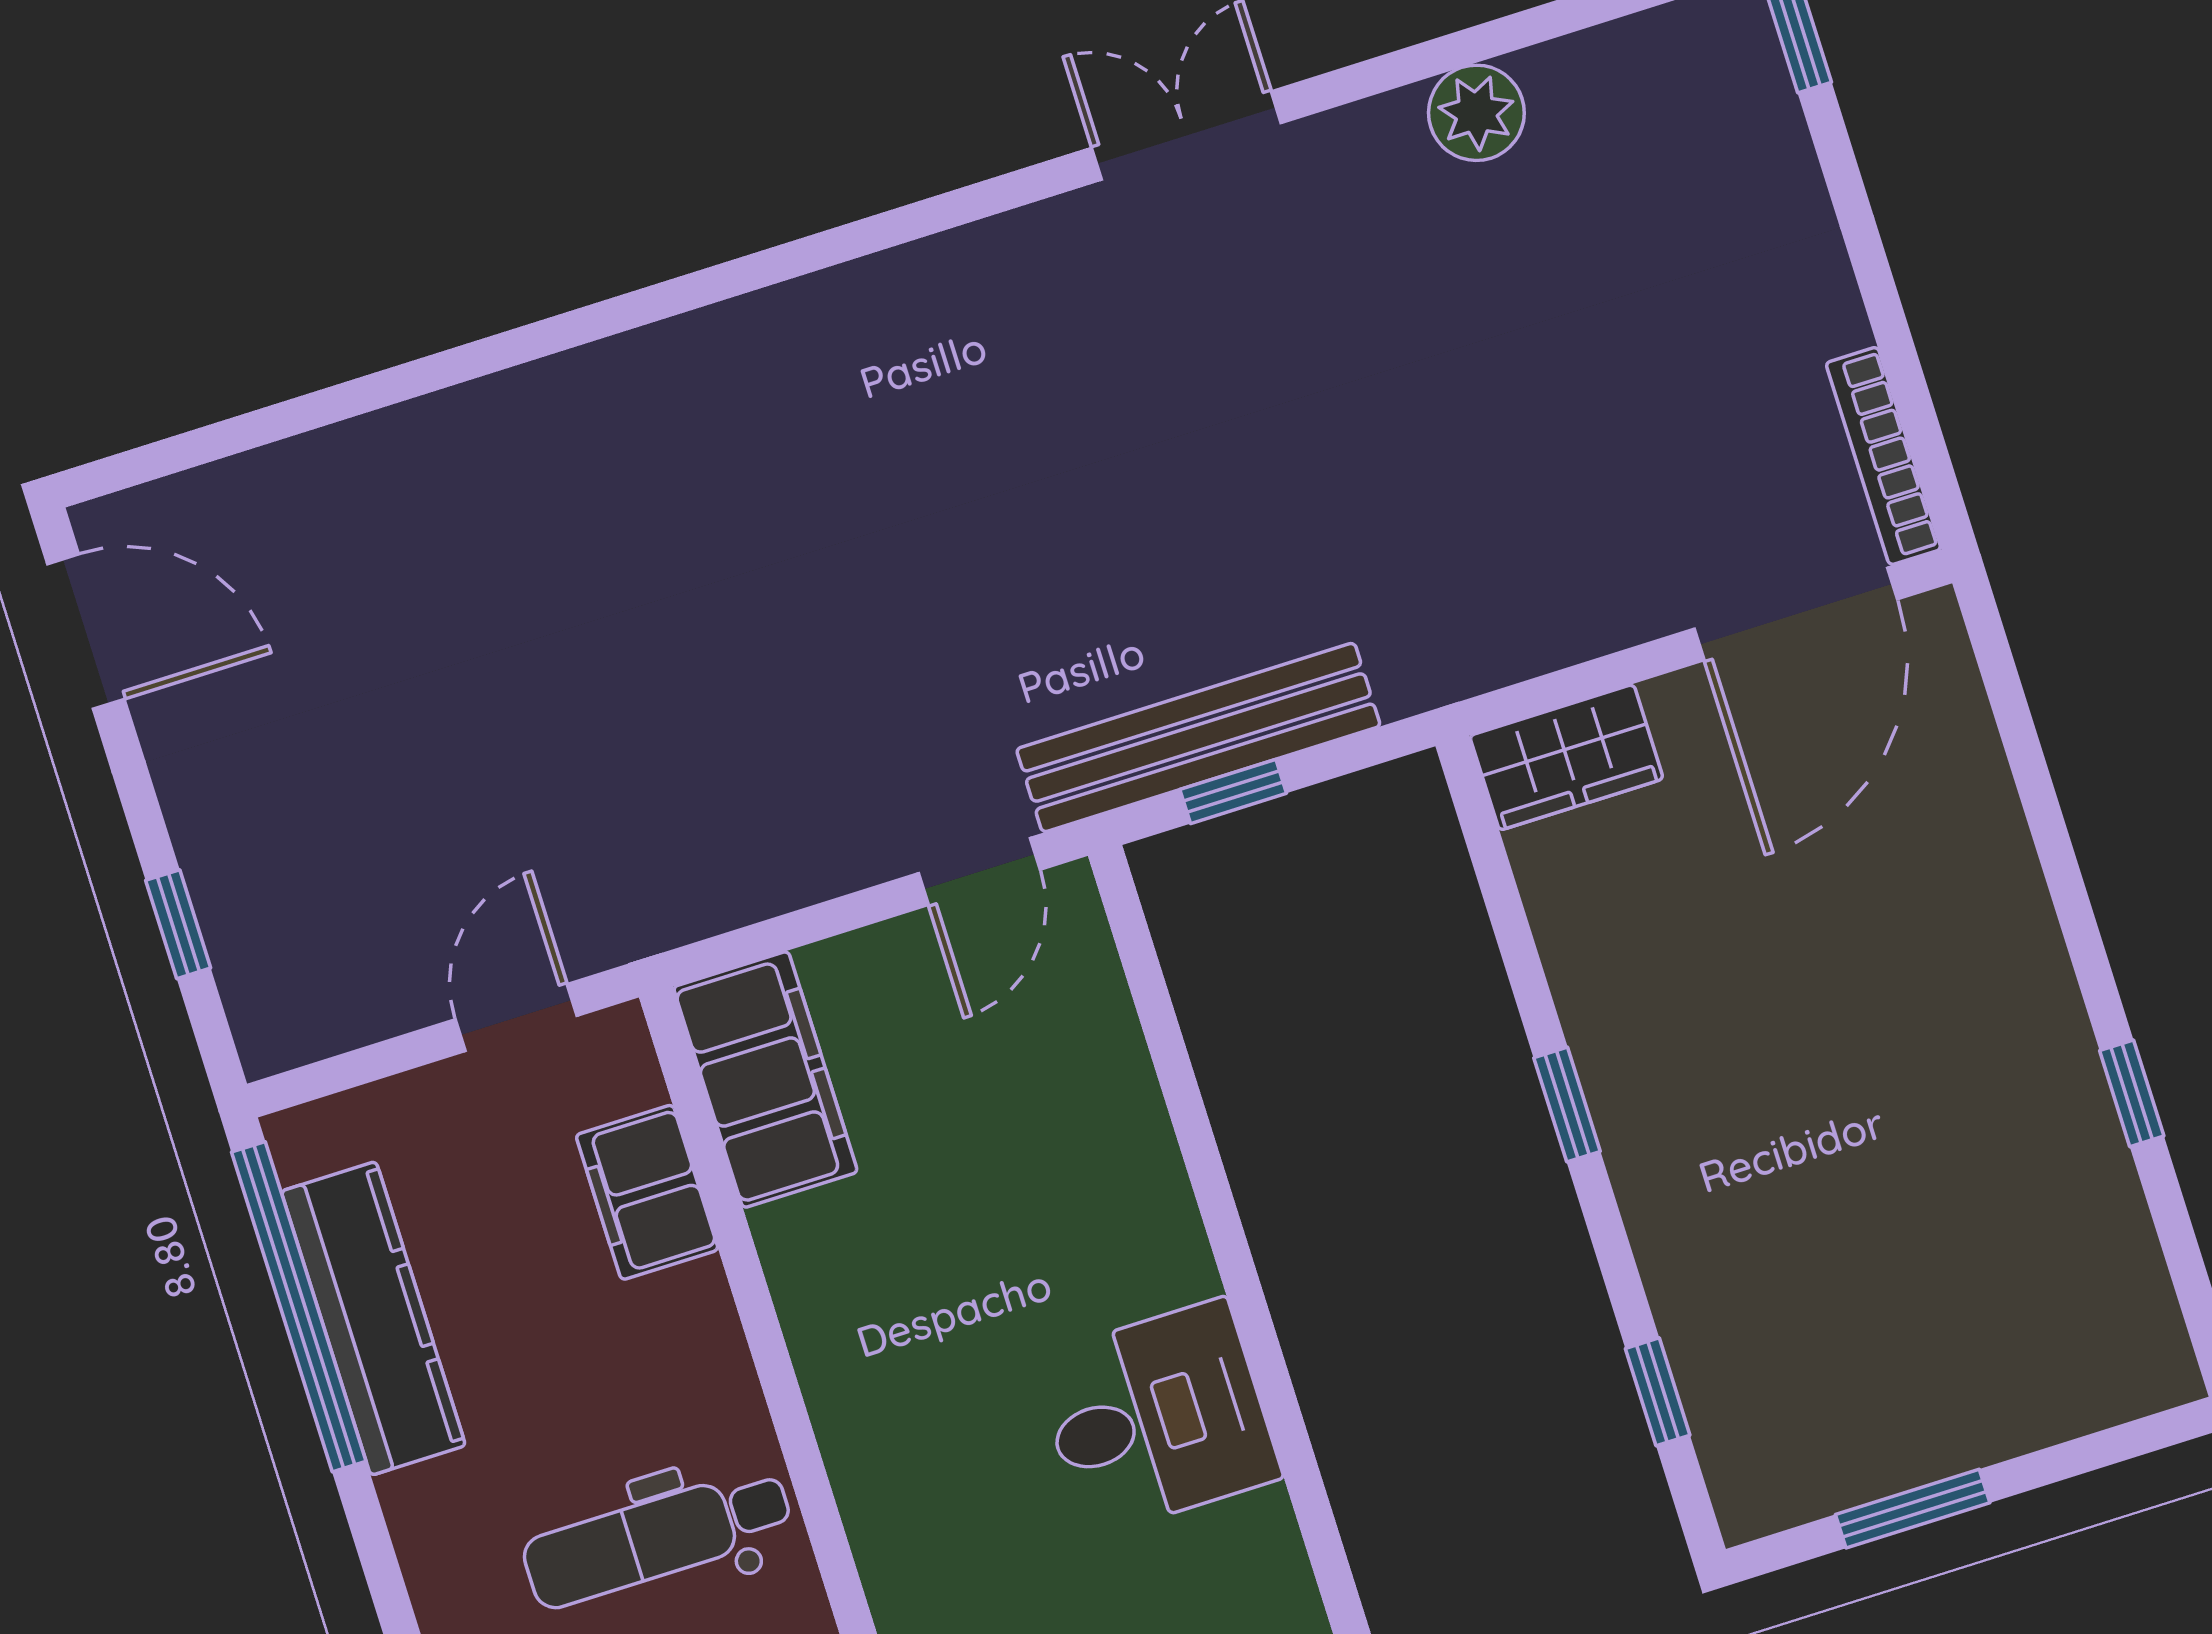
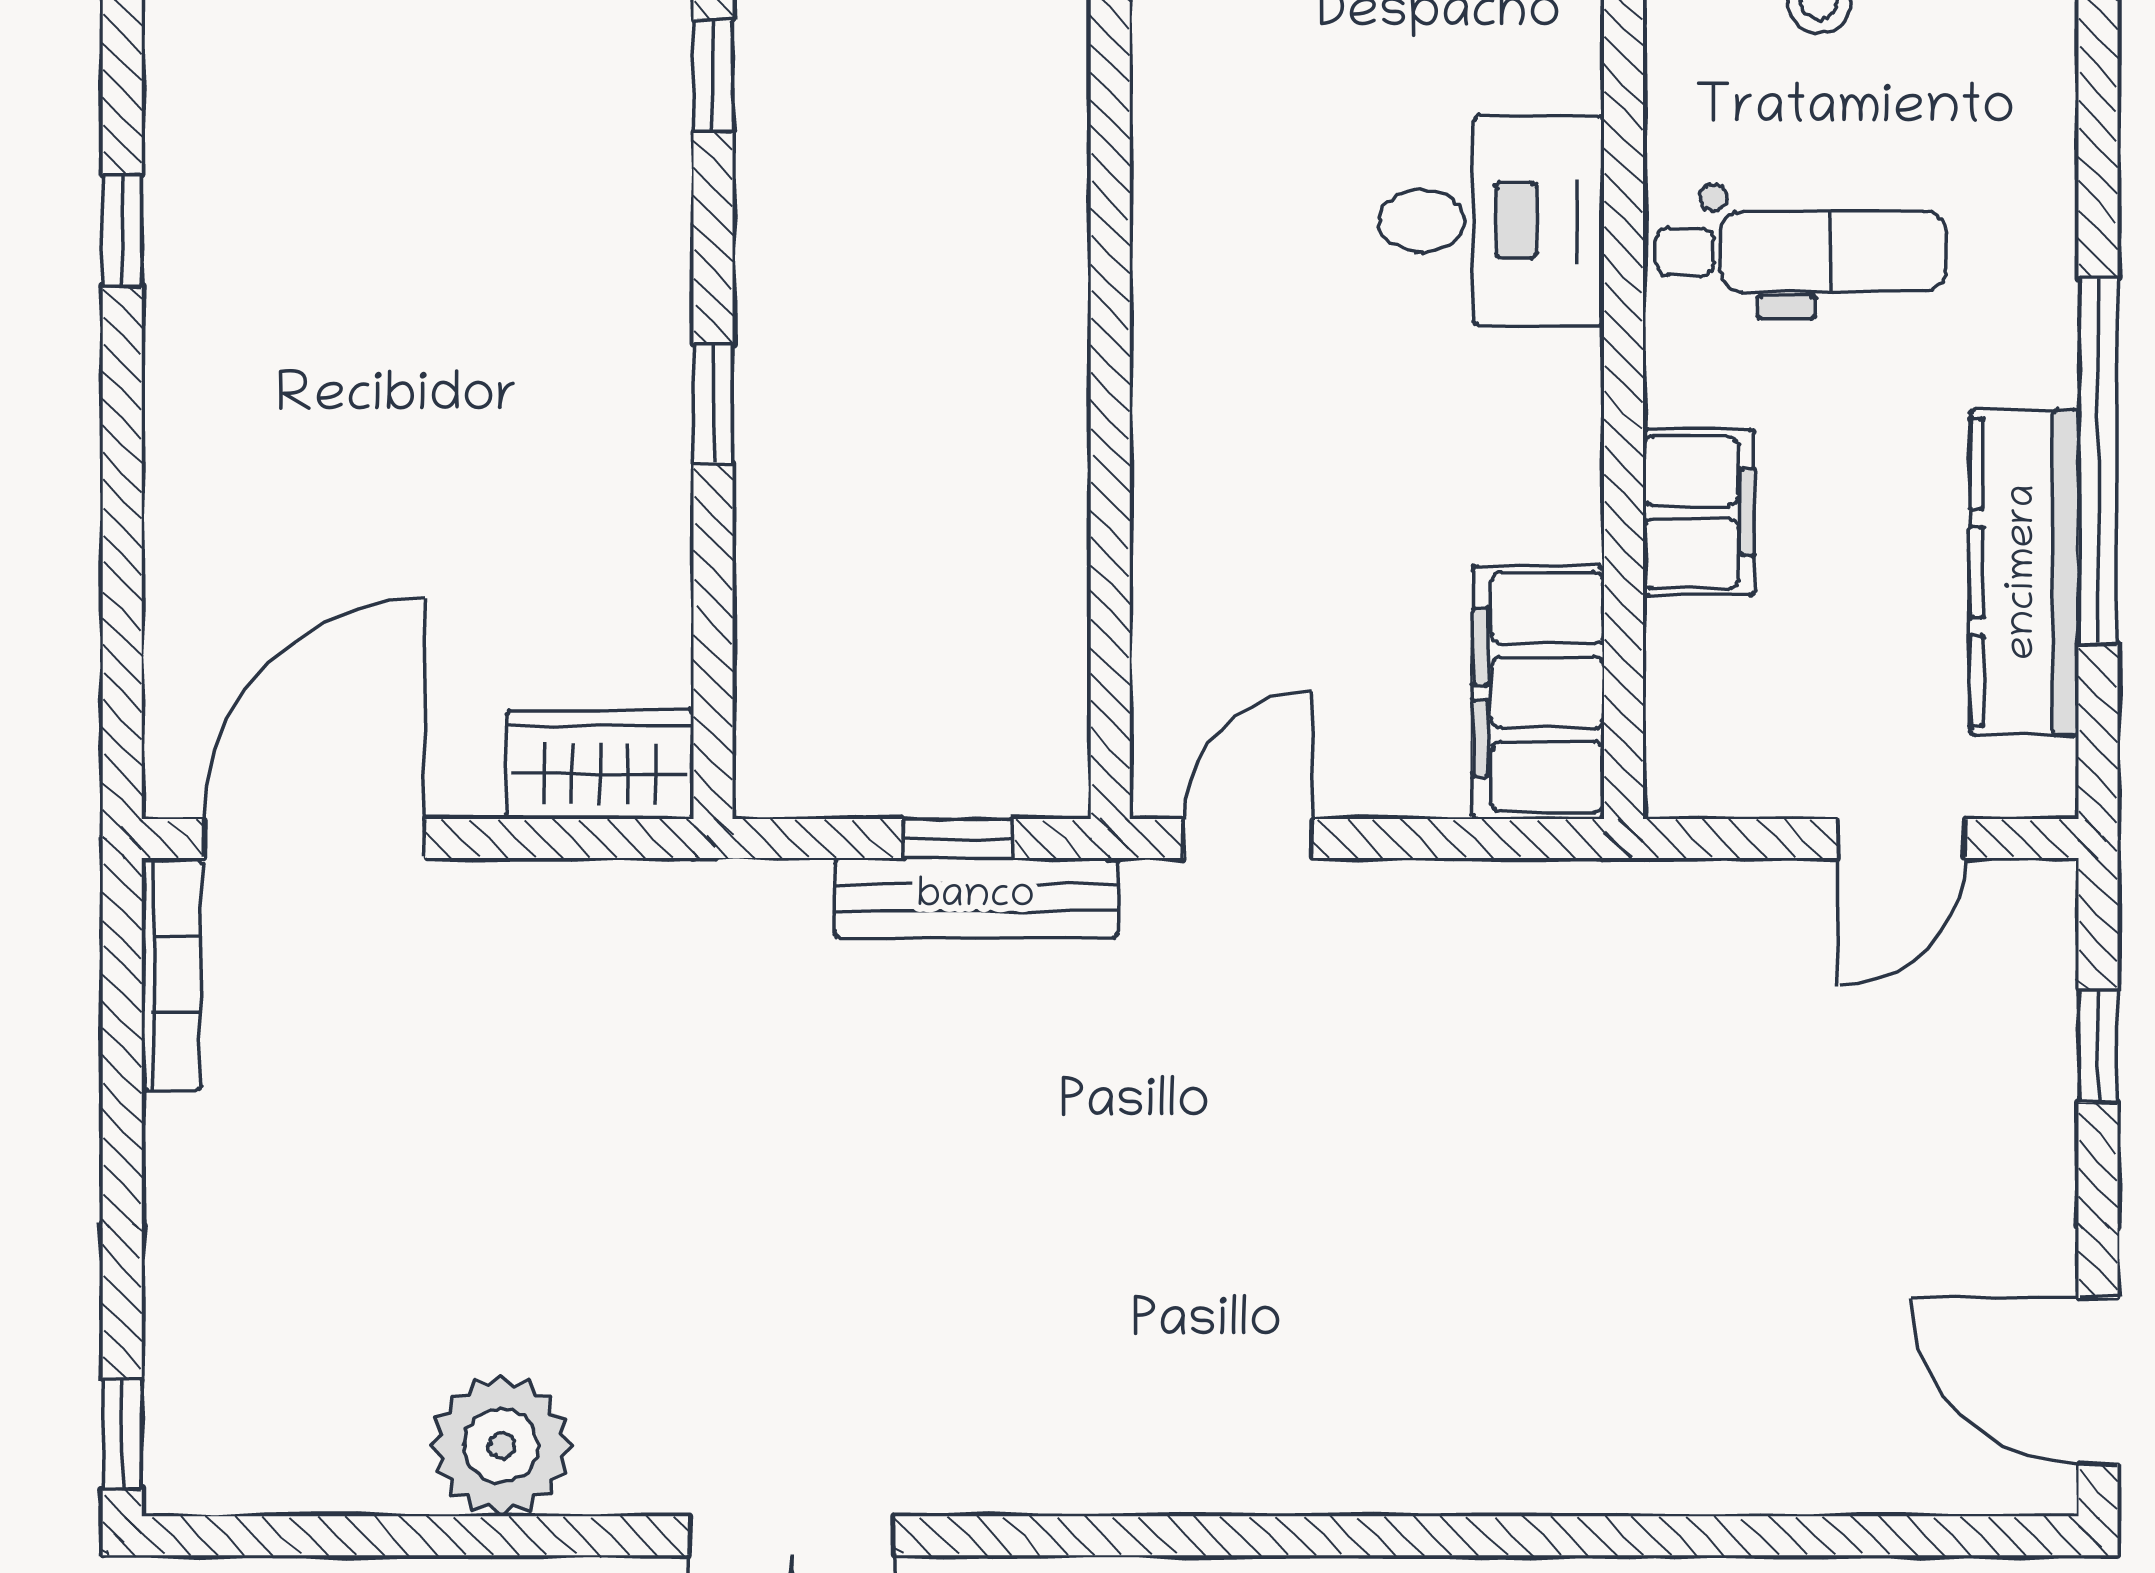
plant: (1476, 113) -> (501, 1445), width x1.36, depth x1.36
bench: (1198, 738) -> (976, 897), width x0.73, depth x0.82
door: (516, 1017) -> (1902, 839), moved
filing cabinet: (647, 1192) -> (1698, 512), moved
window: (299, 1307) -> (2098, 461), moved
desk: (1157, 1418) -> (1491, 220), moved, turned 180

